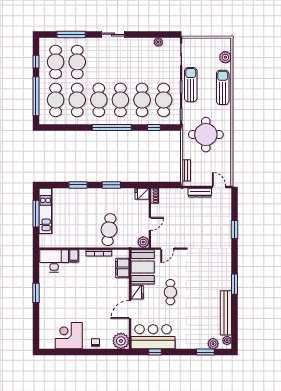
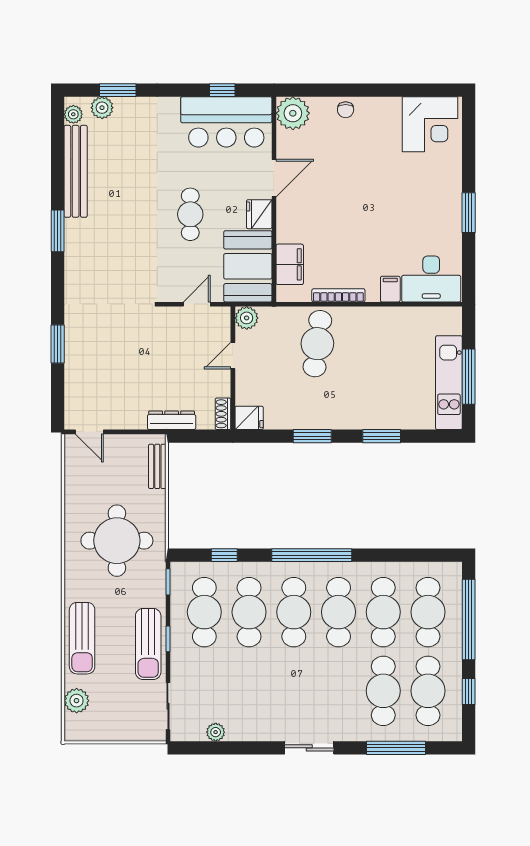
dresser: (200, 193) -> (172, 420), moved
corner desk: (69, 336) -> (430, 124), moved

